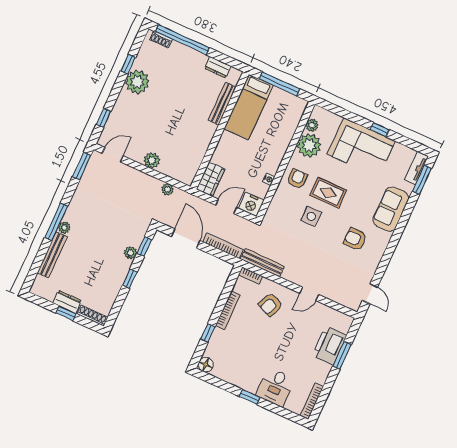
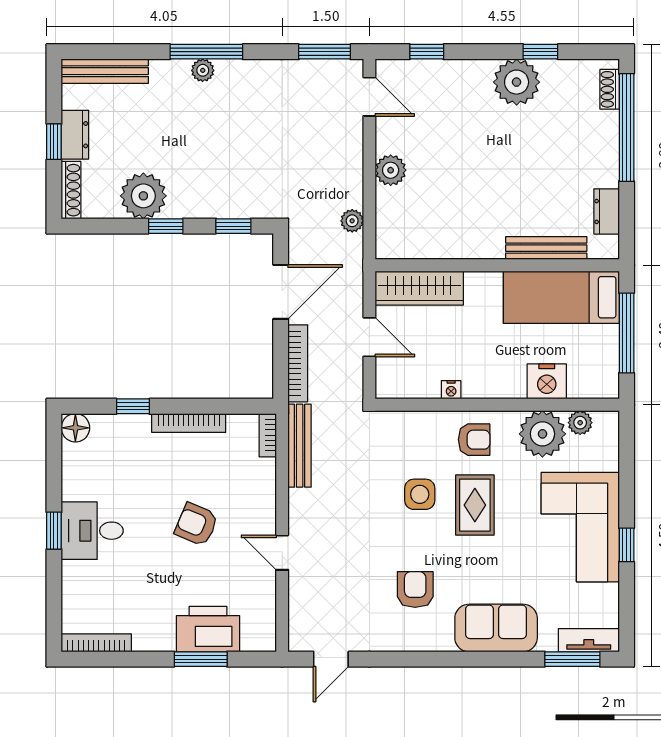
wardrobe: (211, 179) -> (419, 288), width x1.50
nightstand: (251, 204) -> (547, 381), moved, turned -90
plant: (130, 253) -> (143, 196), moved, width x1.87, depth x1.87
bench: (52, 255) -> (105, 71), moved
armchair: (270, 305) -> (196, 524), moved
desk: (275, 387) -> (92, 531), moved

